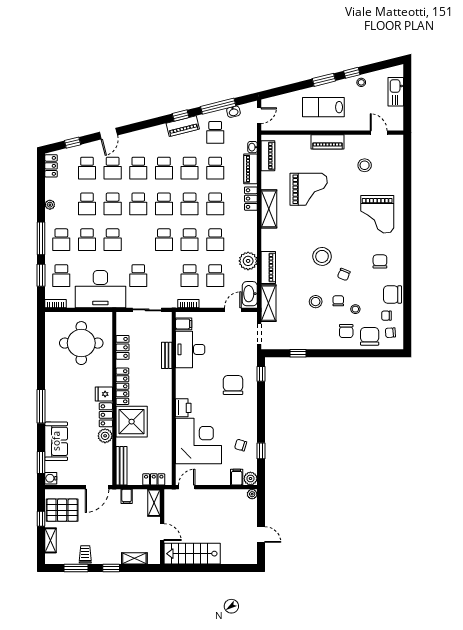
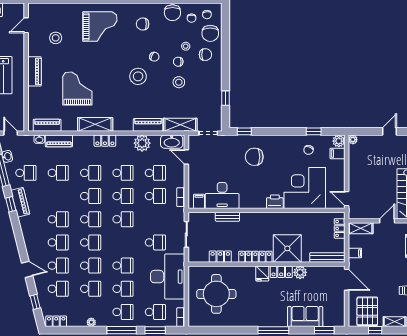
school desk: (190, 168) -> (58, 196), removed
locker: (251, 199) -> (105, 141), moved
chair: (370, 336) -> (210, 33), turned -90
water cooler: (51, 478) -> (338, 321), removed

